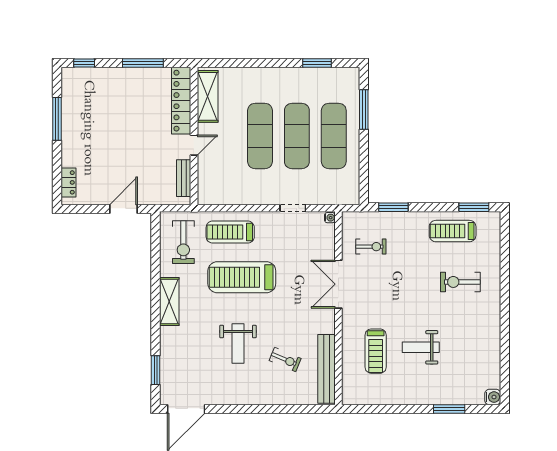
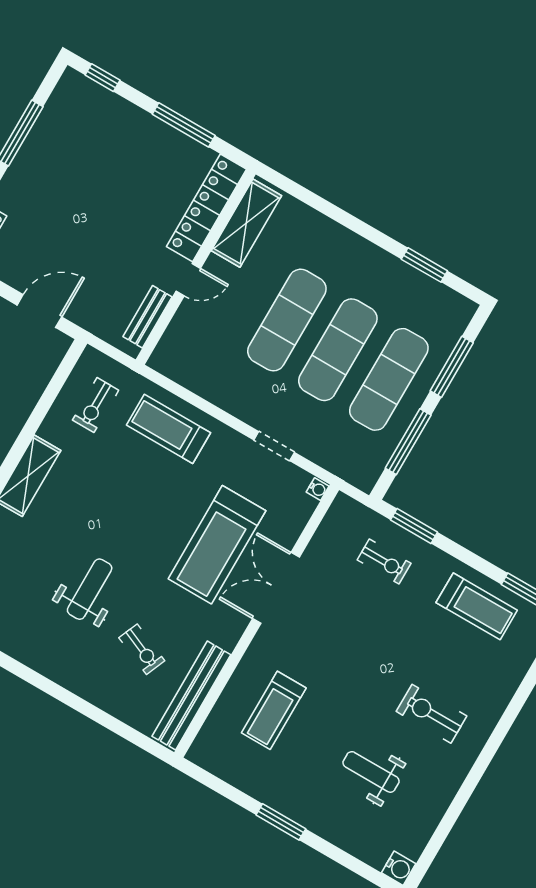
window: (364, 164) -> (408, 442), added
treadmill: (453, 231) -> (477, 606), turned 180
exercise bike: (183, 242) -> (96, 405), width x0.73, depth x0.72
exercise bike: (371, 247) -> (384, 562), moved
treadmill: (242, 277) -> (217, 545), moved, turned -90
exercise bike: (460, 282) -> (431, 714), moved
weight bench: (238, 343) -> (90, 589), turned 180
weight bench: (421, 347) -> (371, 772), moved
window: (449, 409) -> (281, 822), moved

